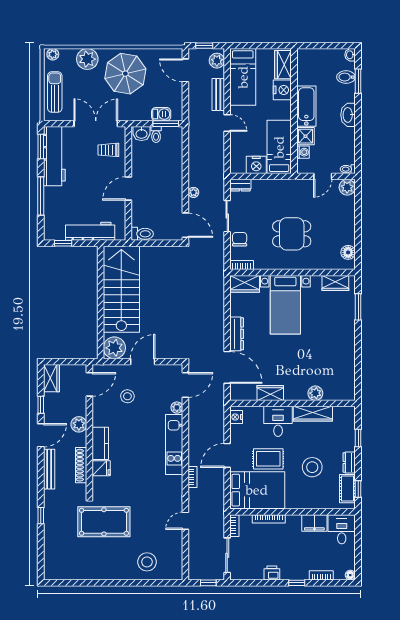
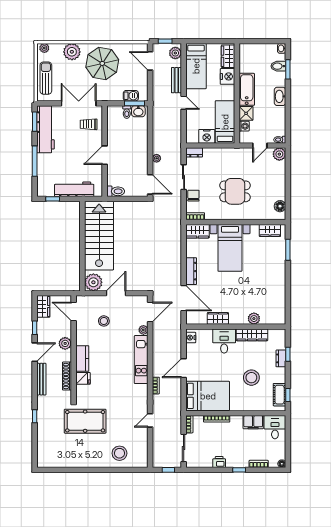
washbasin: (142, 134) -> (138, 111), moved
door: (89, 384) -> (74, 311), swing flipped
rug: (268, 459) -> (216, 371), removed
dresser: (349, 462) -> (281, 358), moved

